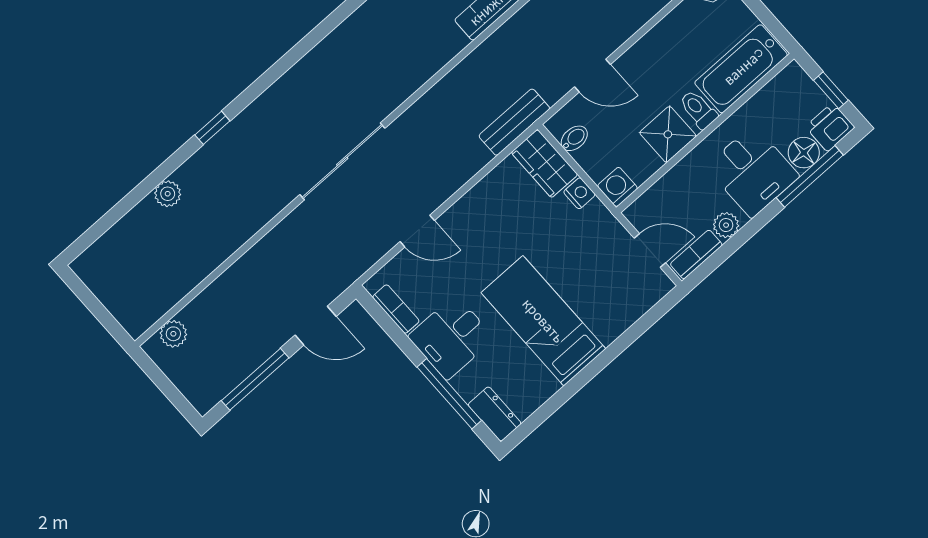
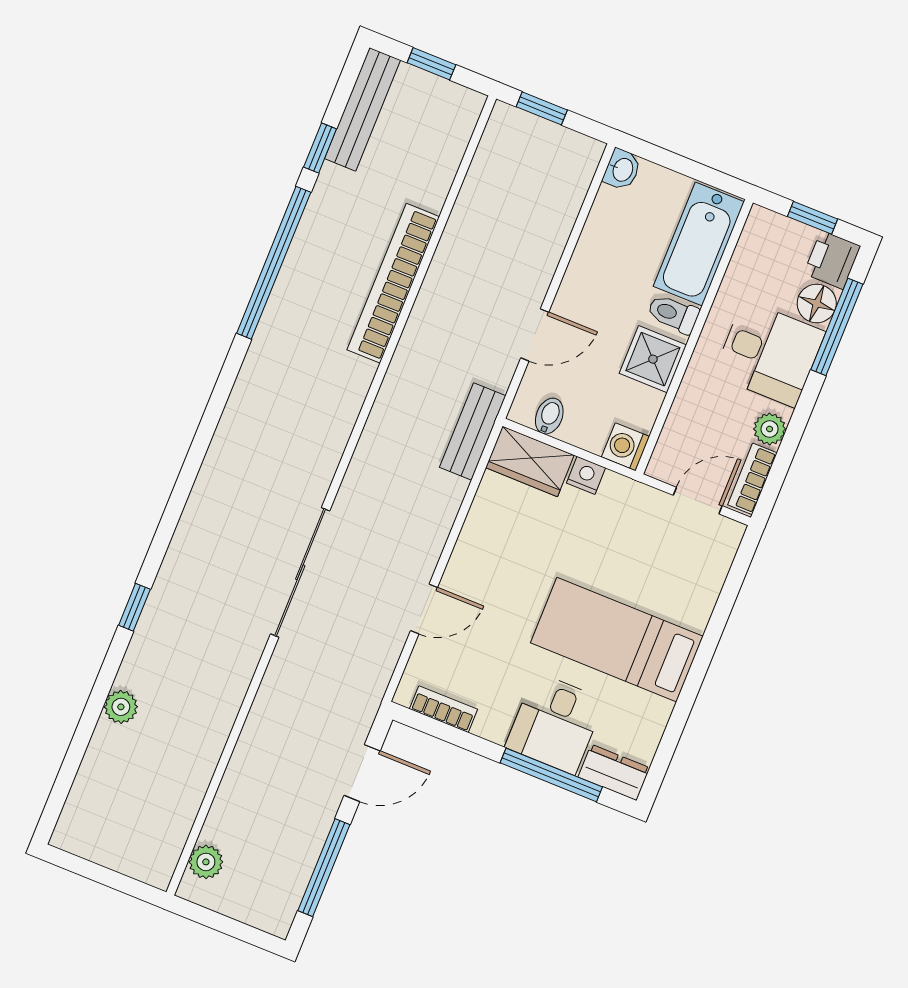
desk: (451, 337) -> (555, 723), moved

